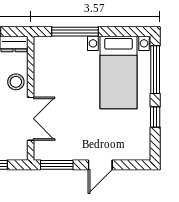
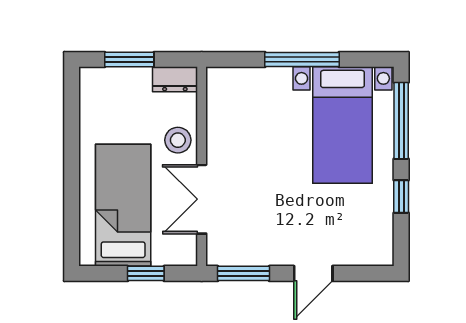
window: (75, 32) -> (302, 59), moved
double door: (31, 119) -> (202, 199), swing flipped

